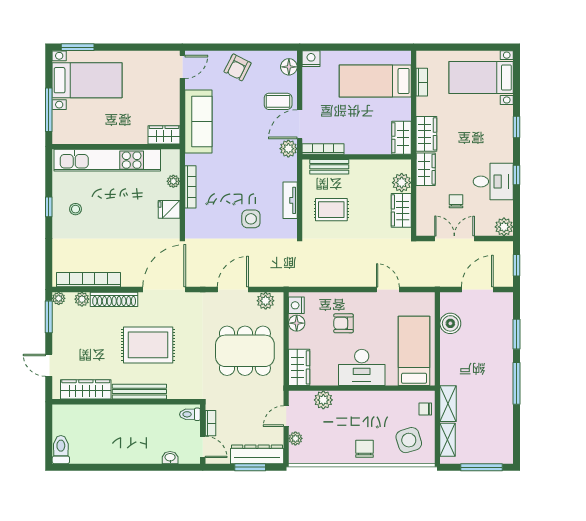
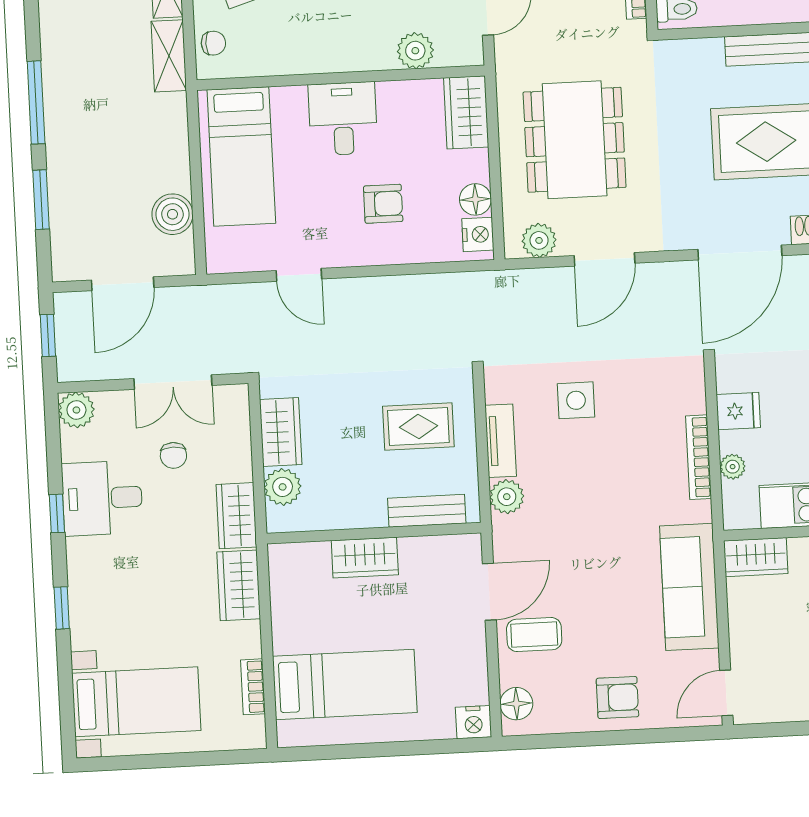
armchair: (238, 67) -> (617, 698), turned 63
wardrobe: (402, 138) -> (365, 558), moved, turned 90
plant: (288, 149) -> (507, 497), moved
bookcase: (323, 149) -> (441, 545), removed
dining table: (245, 351) -> (575, 140), turned 90
desk: (362, 367) -> (343, 119), width x0.73

